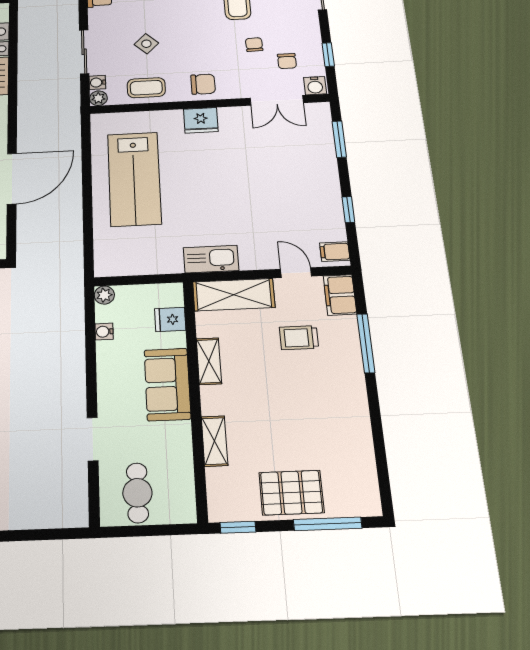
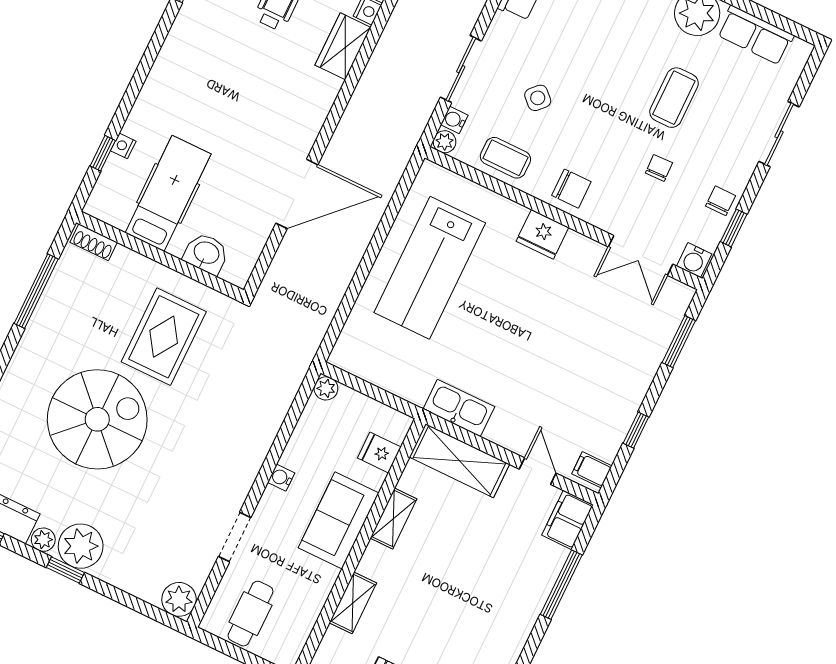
chair: (287, 61) -> (721, 201), moved, turned 180
water cooler: (104, 332) -> (281, 478), moved
trolley: (299, 338) -> (498, 543), removed
plant: (73, 512) -> (179, 599), added

